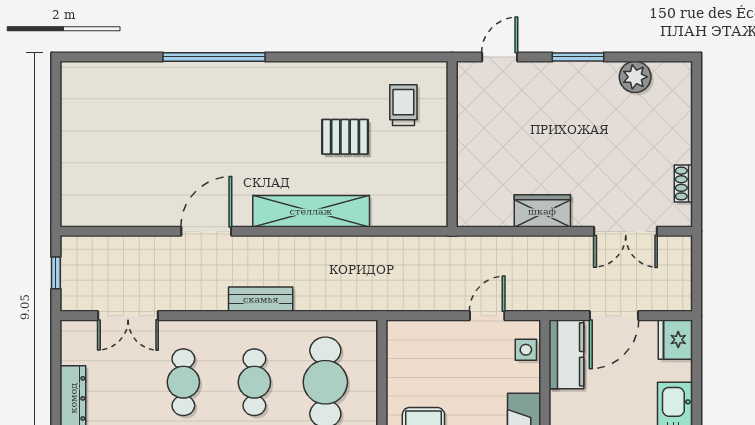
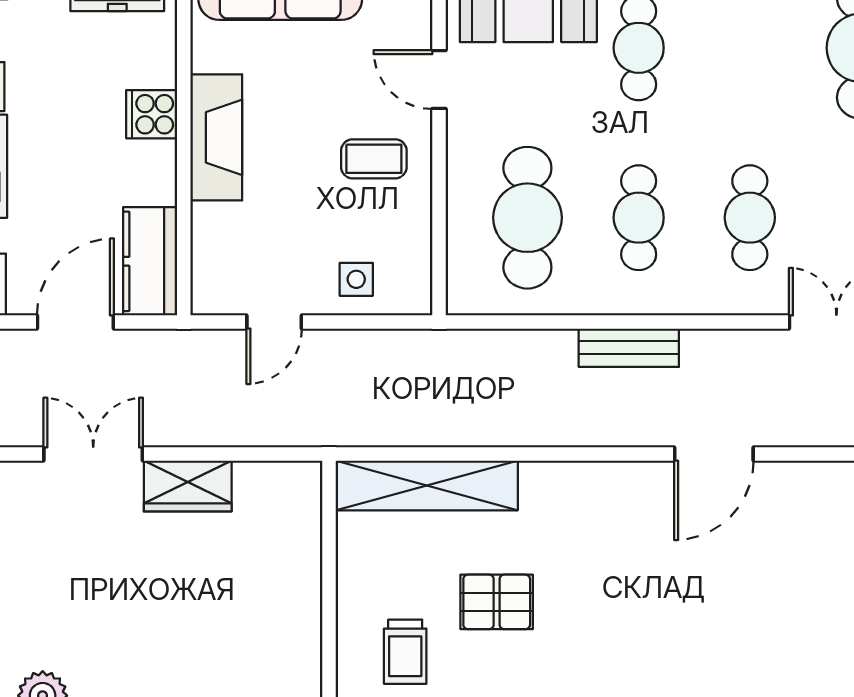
shelving: (311, 211) -> (427, 485), moved
double door: (626, 231) -> (93, 454), moved
side table: (526, 350) -> (356, 279), moved

